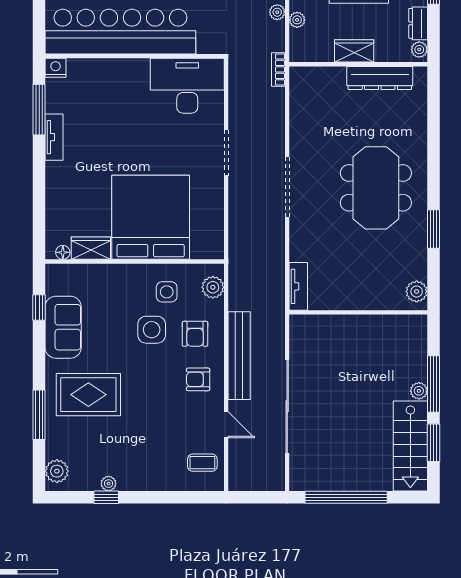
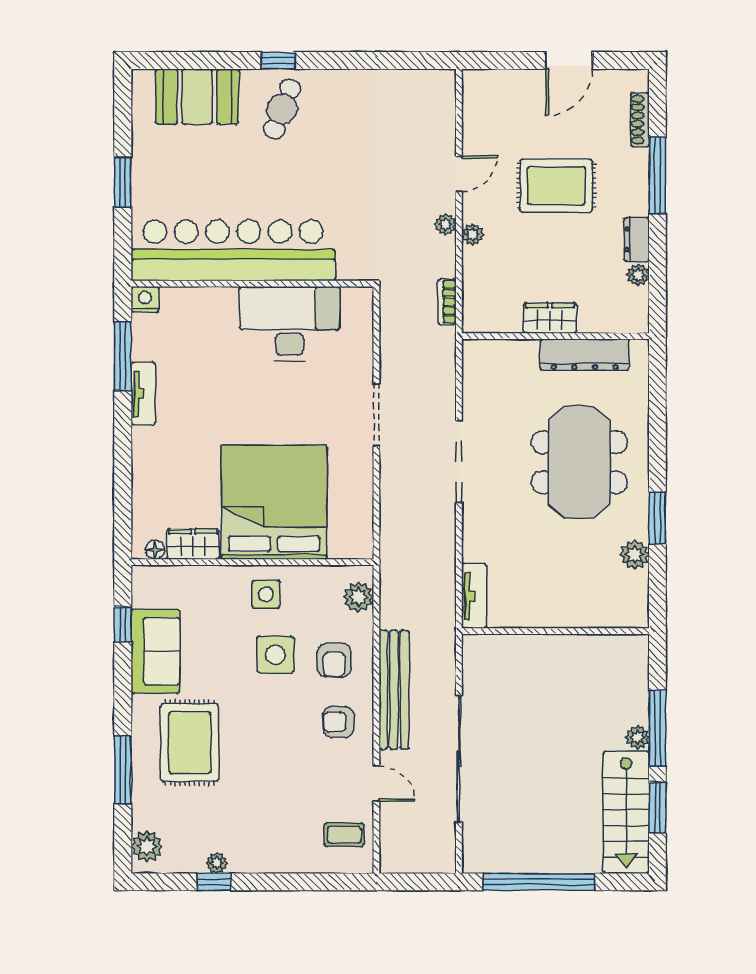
wardrobe: (354, 51) -> (550, 318), moved
wall: (358, 64) -> (555, 336), moved
dresser: (380, 78) -> (585, 355), moved
desk: (187, 86) -> (290, 324), moved
plant: (417, 291) -> (635, 555), moved
side table: (167, 292) -> (266, 594), moved
rug: (88, 395) -> (190, 743), turned 90

